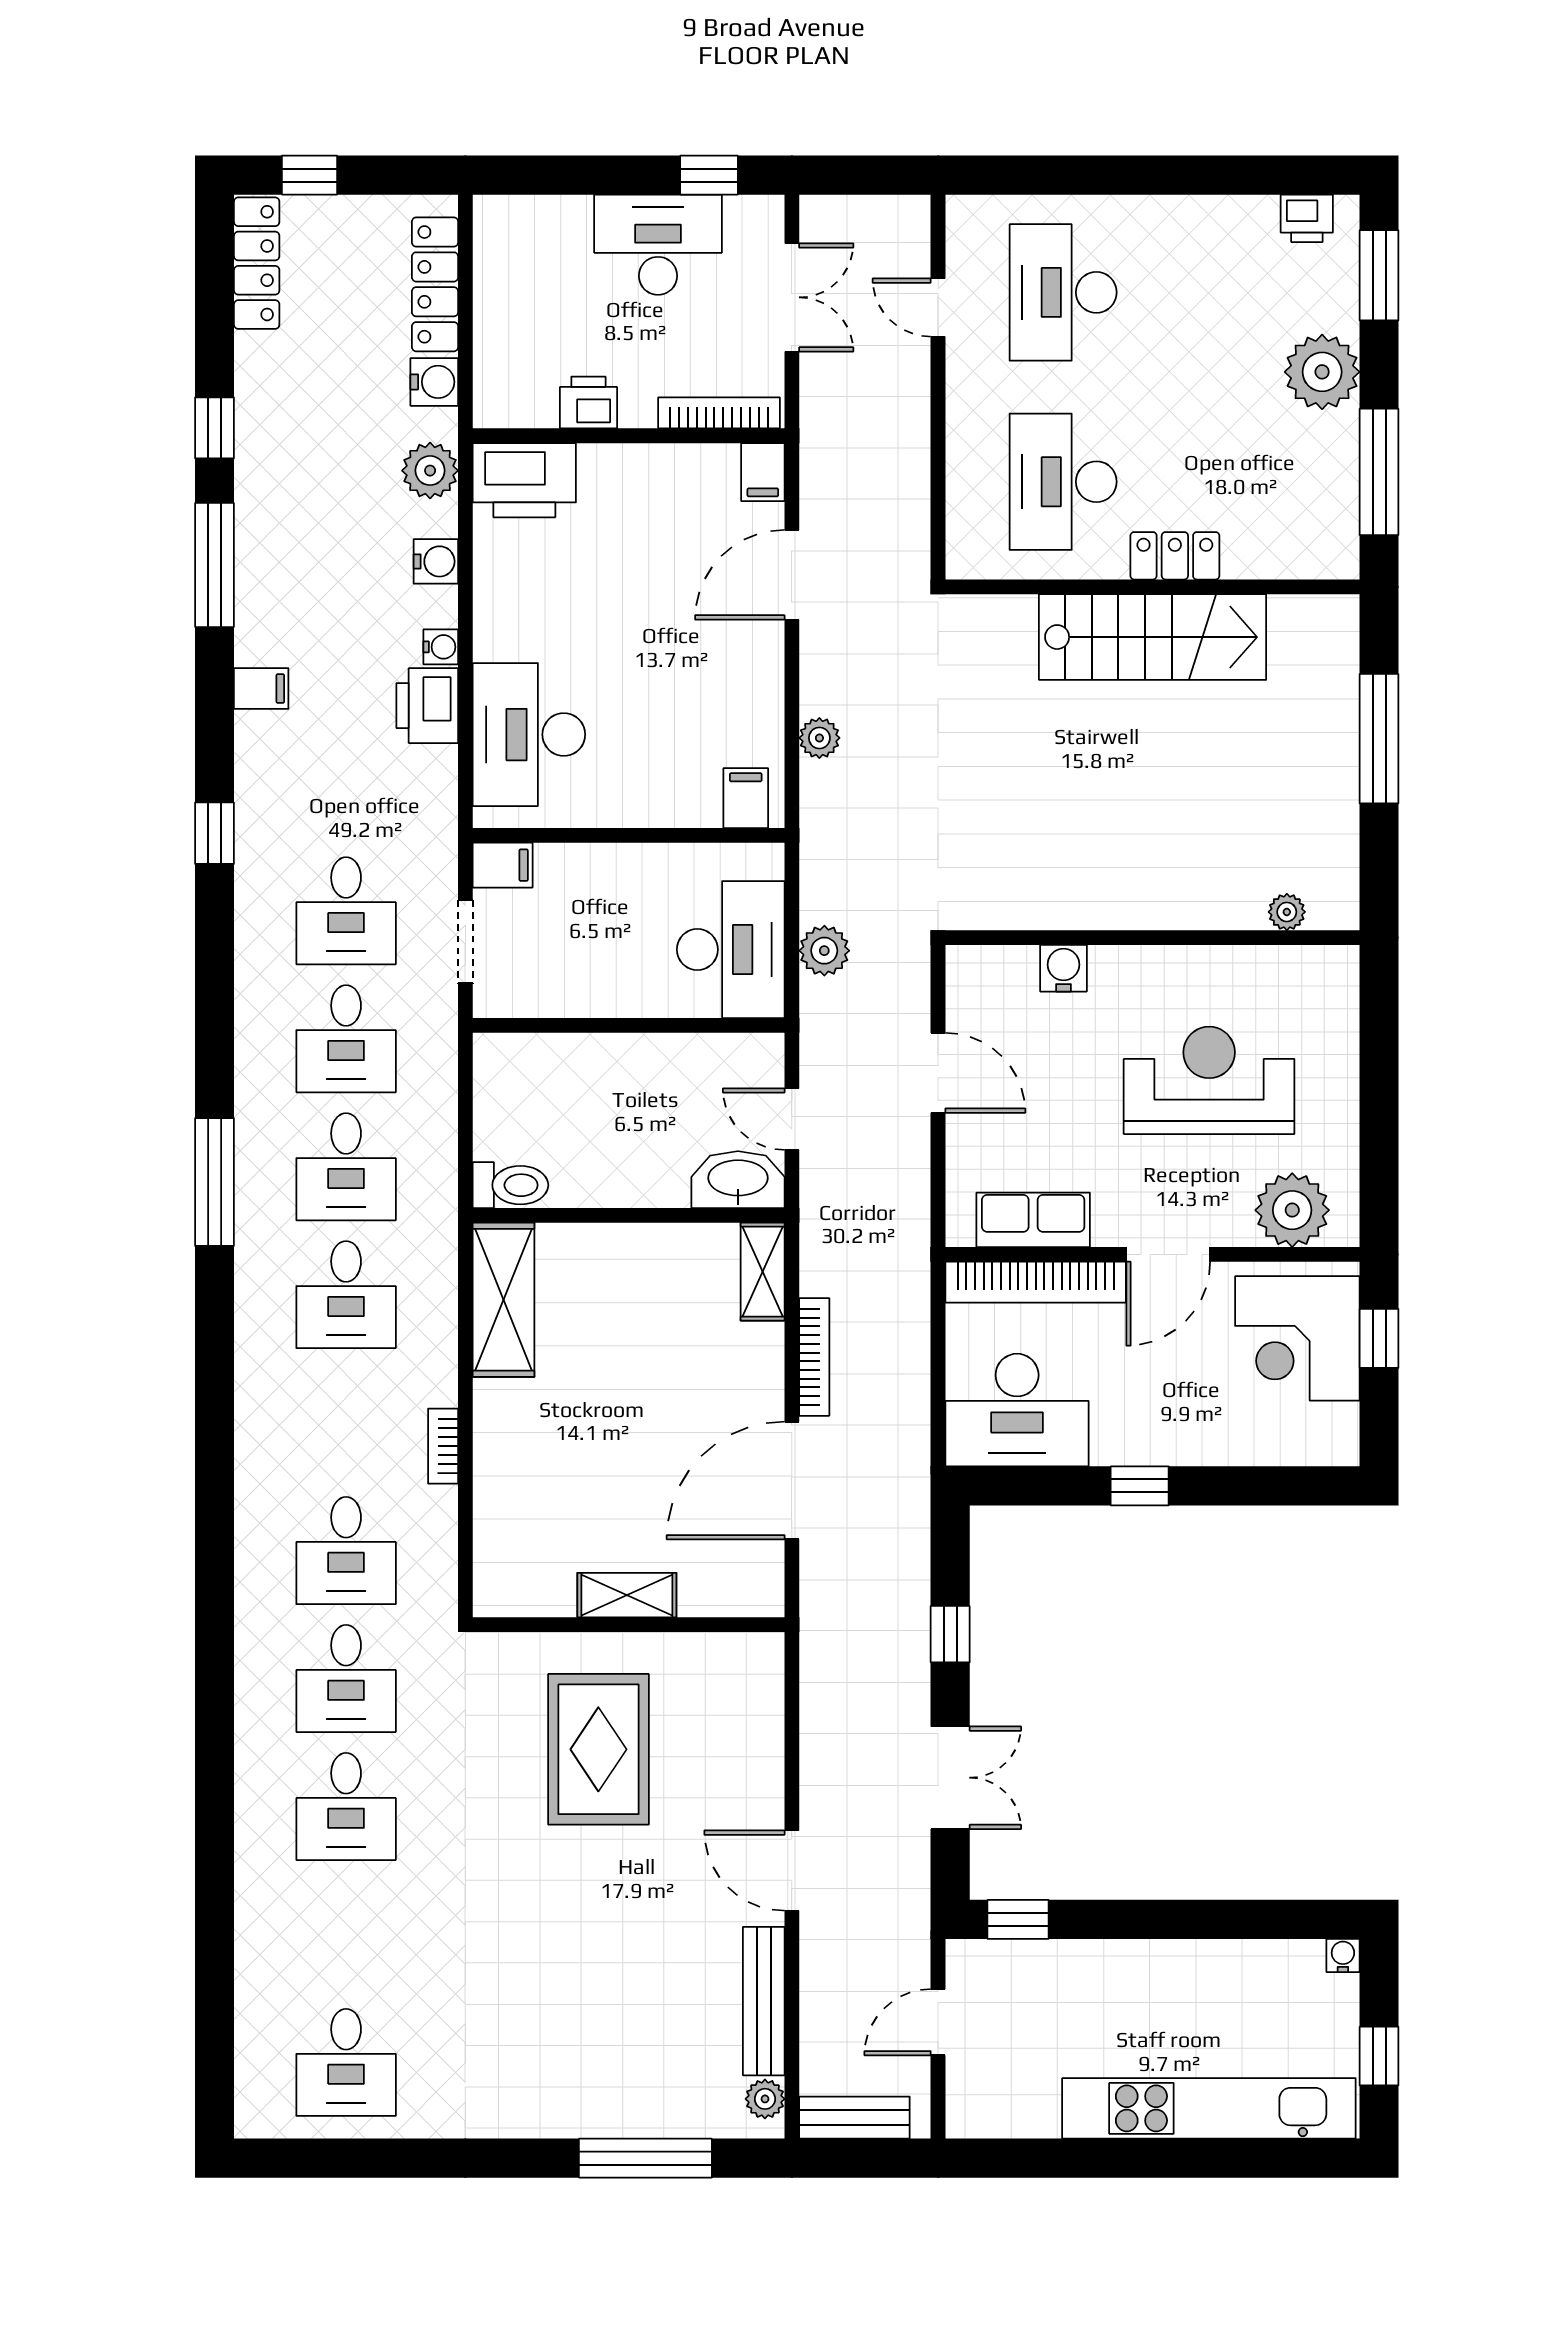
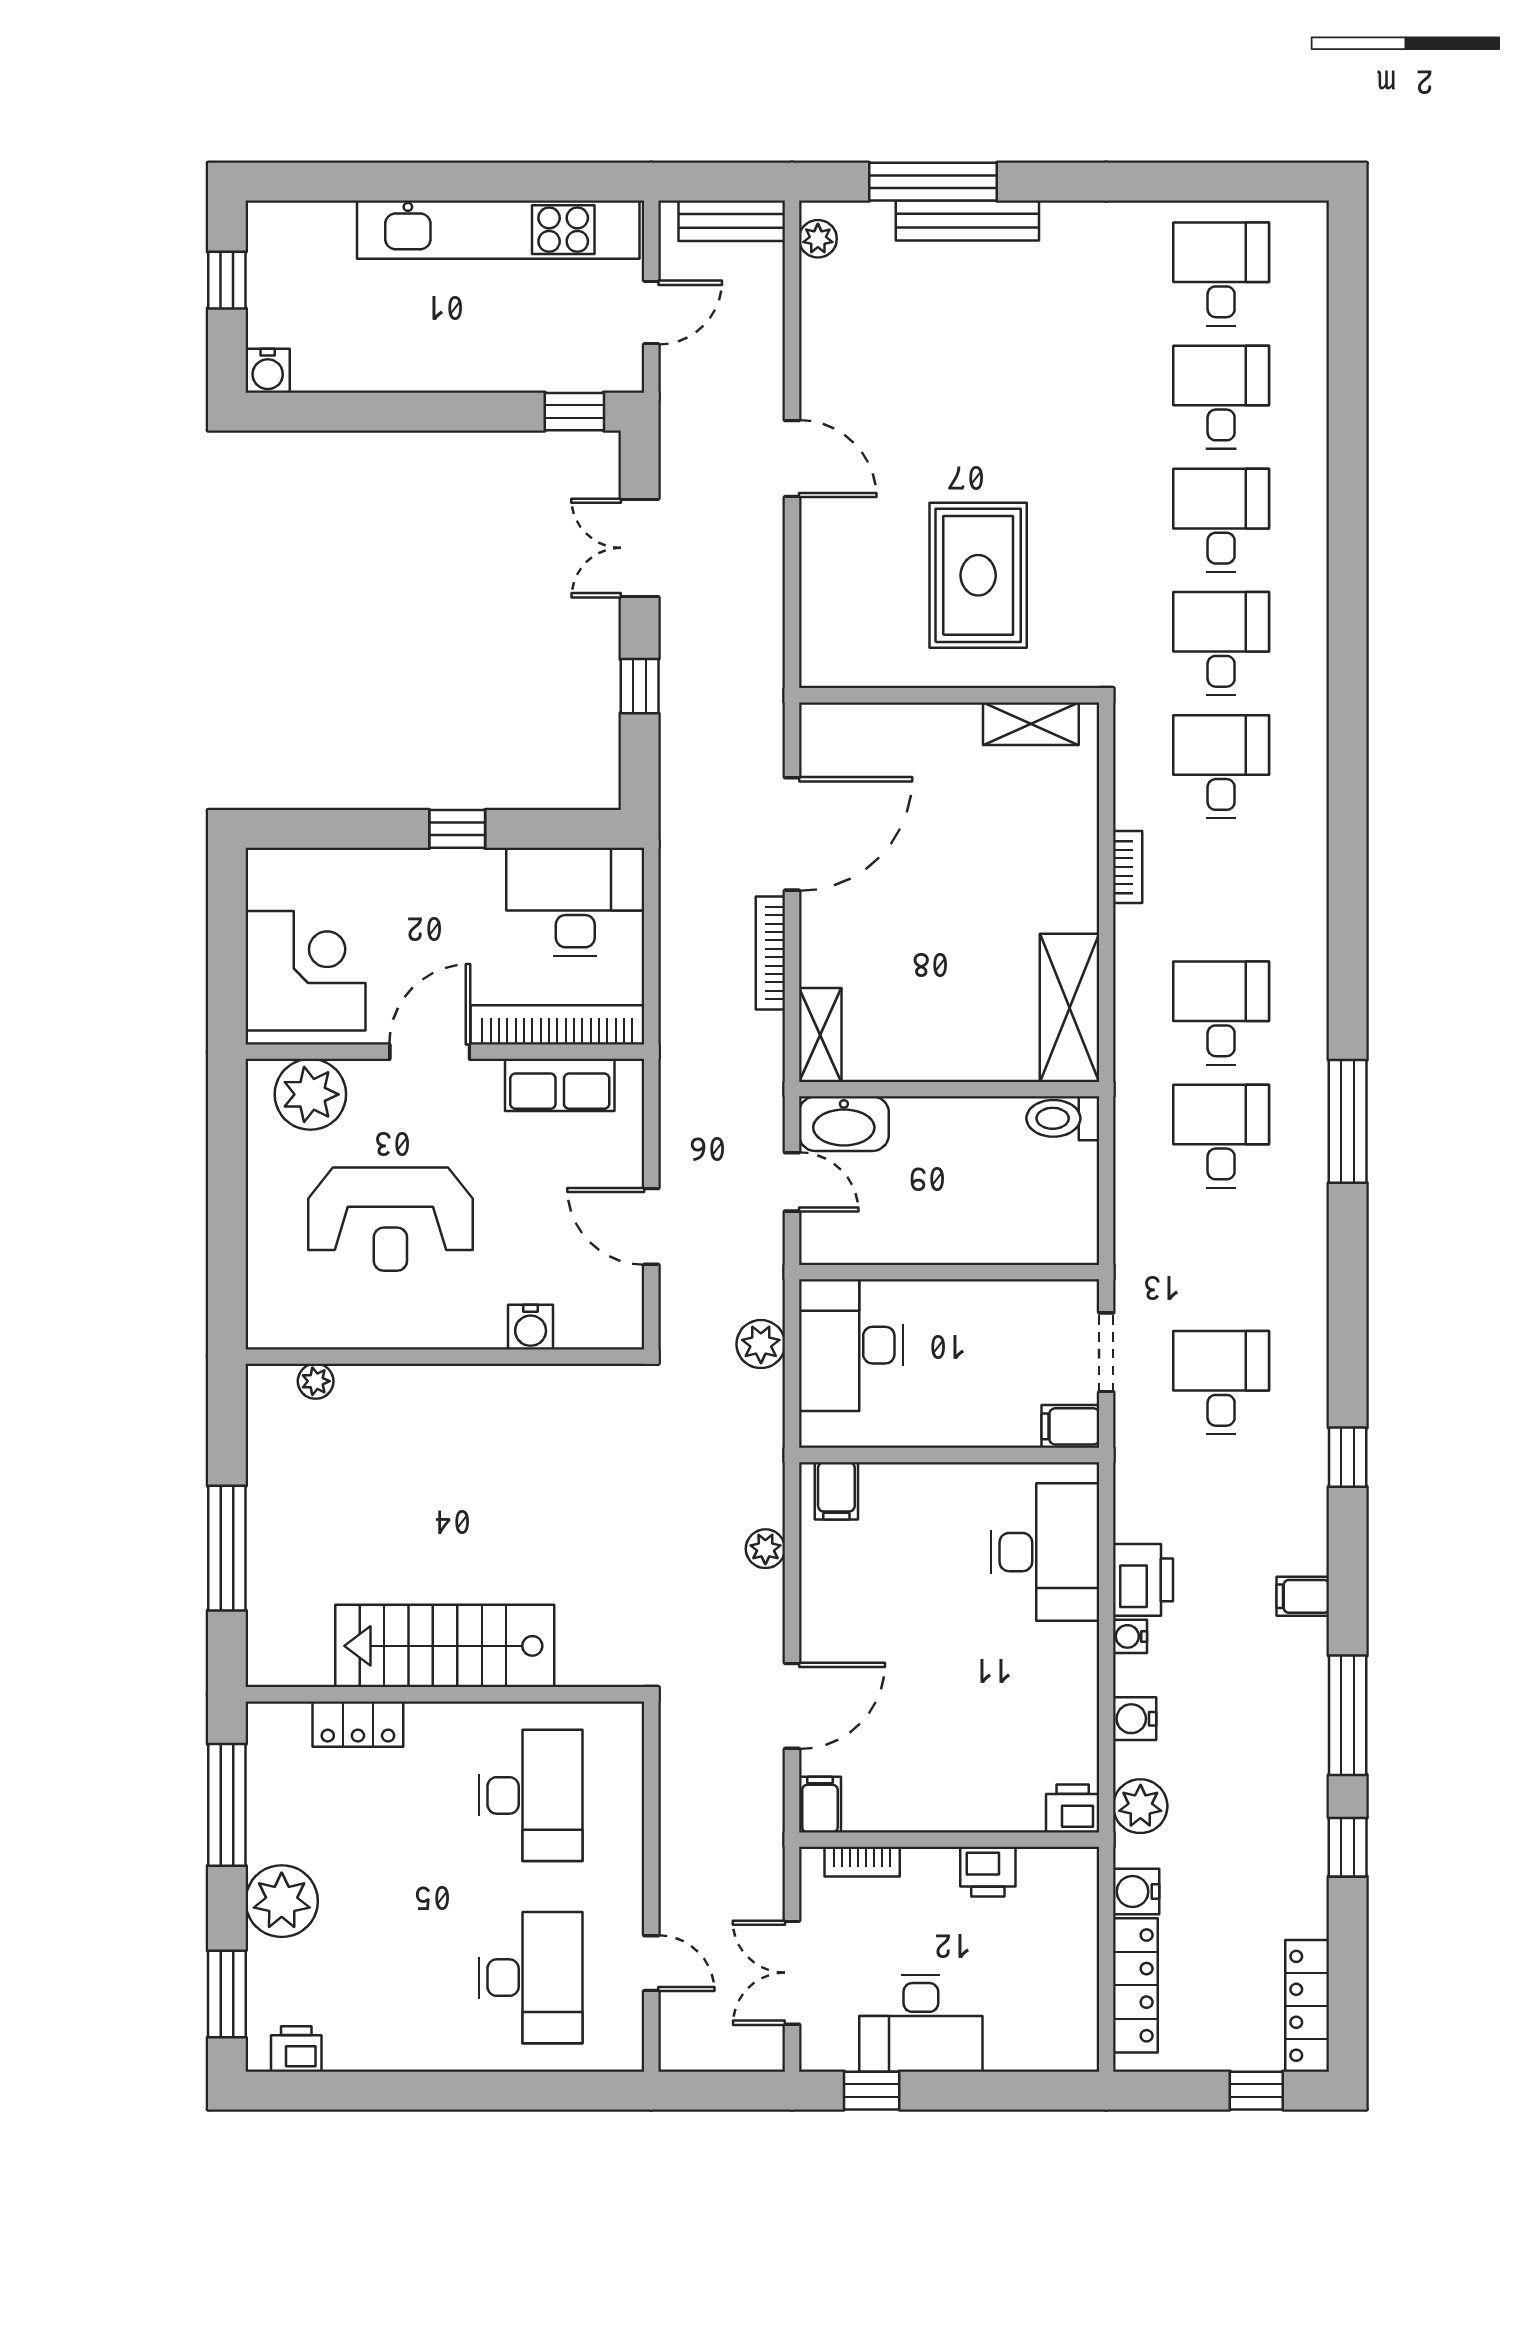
bookcase: (719, 413) -> (862, 1862), width x0.64
printer: (524, 480) -> (1073, 1808), width x0.53, depth x0.68
locker: (1175, 556) -> (358, 1724), moved
desk: (346, 1039) -> (1221, 397), moved
window: (1379, 1338) -> (227, 971), removed
shelving: (627, 1595) -> (1031, 724), moved
water cooler: (1343, 1956) -> (268, 371), width x1.38, depth x1.38
bench: (764, 2001) -> (967, 220), moved, turned 90
kitchen unit: (1209, 2108) -> (498, 230), moved

